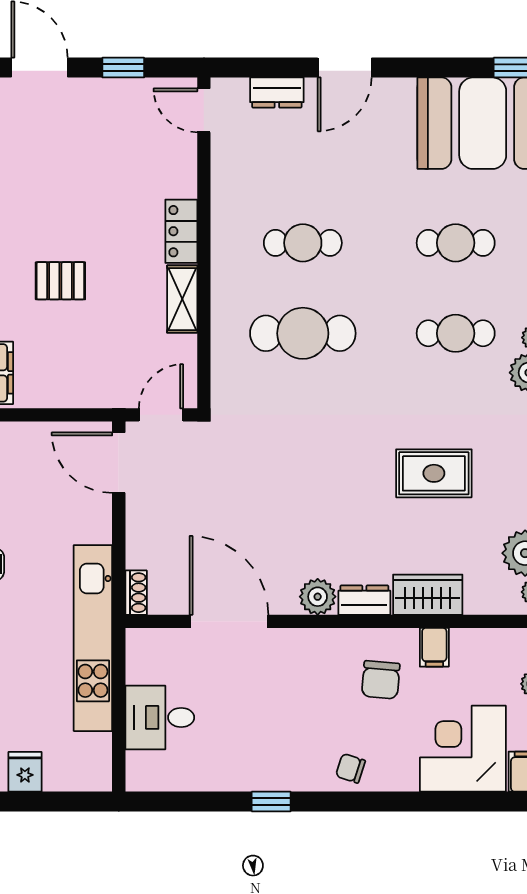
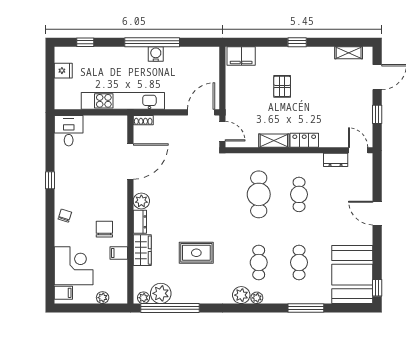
dresser: (277, 92) -> (336, 160), moved, turned -90
door: (204, 110) -> (358, 150), hinge flipped
rug: (434, 473) -> (196, 253), turned 90
chair: (381, 680) -> (104, 229), turned 85
desk: (160, 717) -> (69, 131), moved

